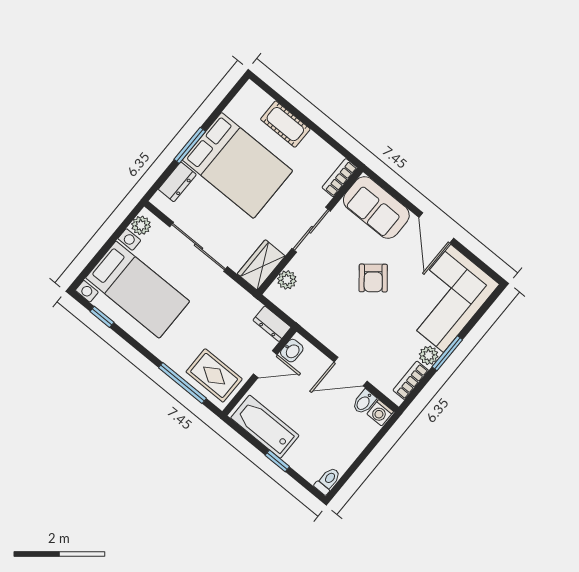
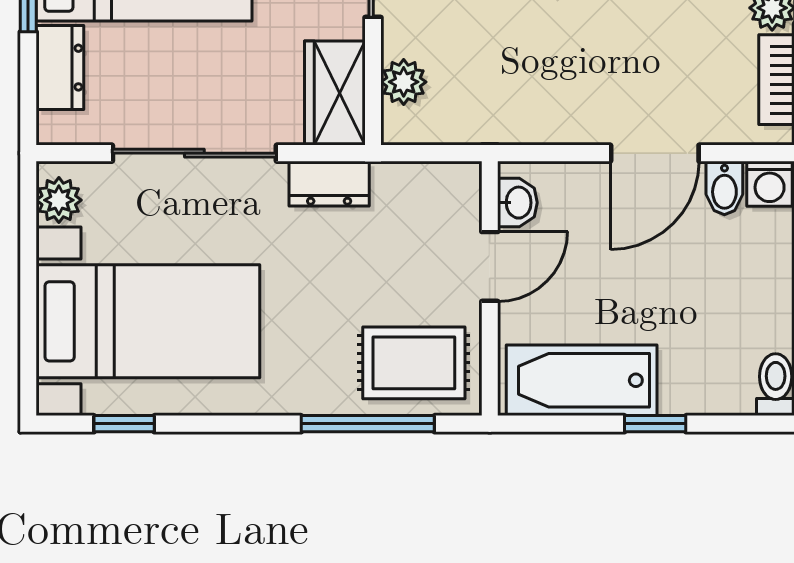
dresser: (272, 324) -> (329, 184), moved

